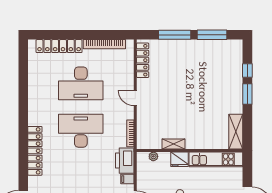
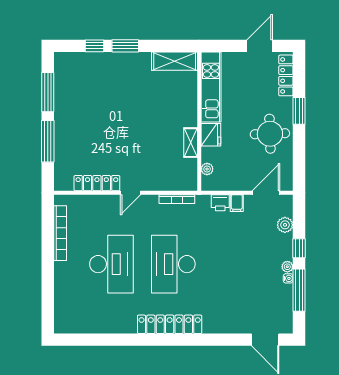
locker: (59, 46) -> (63, 293), removed
locker: (143, 60) -> (97, 183), moved
locker: (35, 151) -> (170, 324), moved
printer: (125, 161) -> (220, 203), width x0.53, depth x0.68

